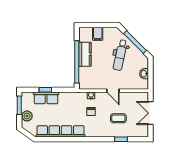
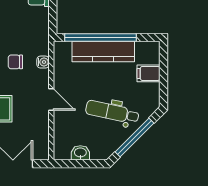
kitchen counter: (85, 54) -> (103, 51), width x1.50
door: (113, 91) -> (51, 99), swing flipped

